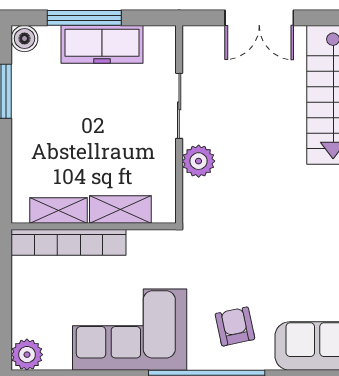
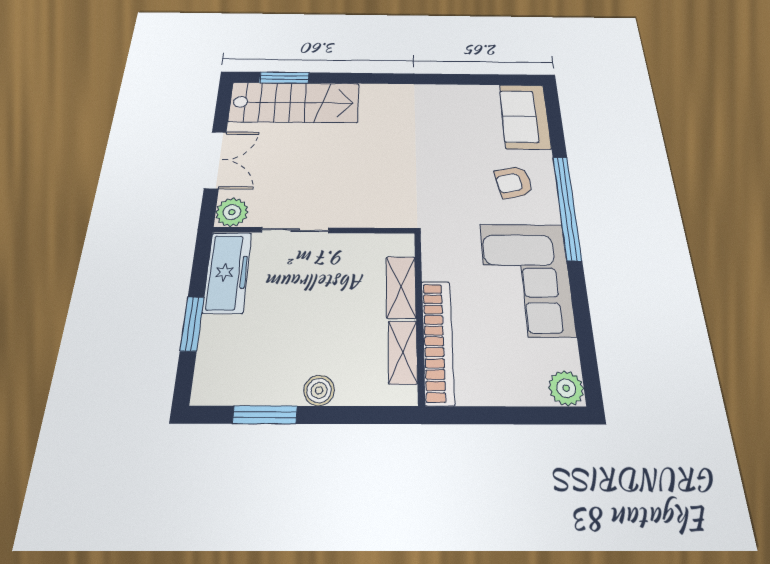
window: (84, 18) -> (192, 324), width x0.69
boiler: (24, 39) -> (319, 390), moved
freezer: (102, 44) -> (227, 272), moved
plant: (199, 161) -> (232, 212), moved

